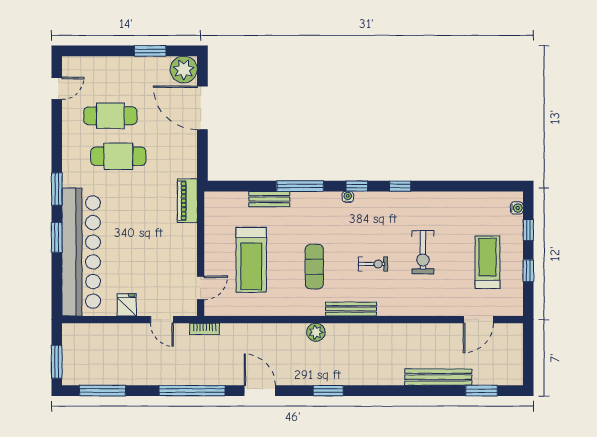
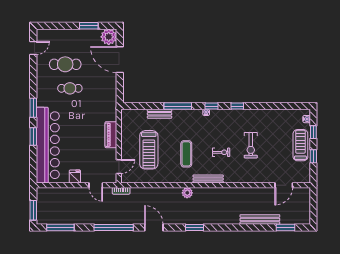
cafe table: (118, 156) -> (70, 88), width x0.73, depth x0.74
piano: (187, 201) -> (111, 135), moved
treadmill: (487, 262) -> (300, 145), moved

